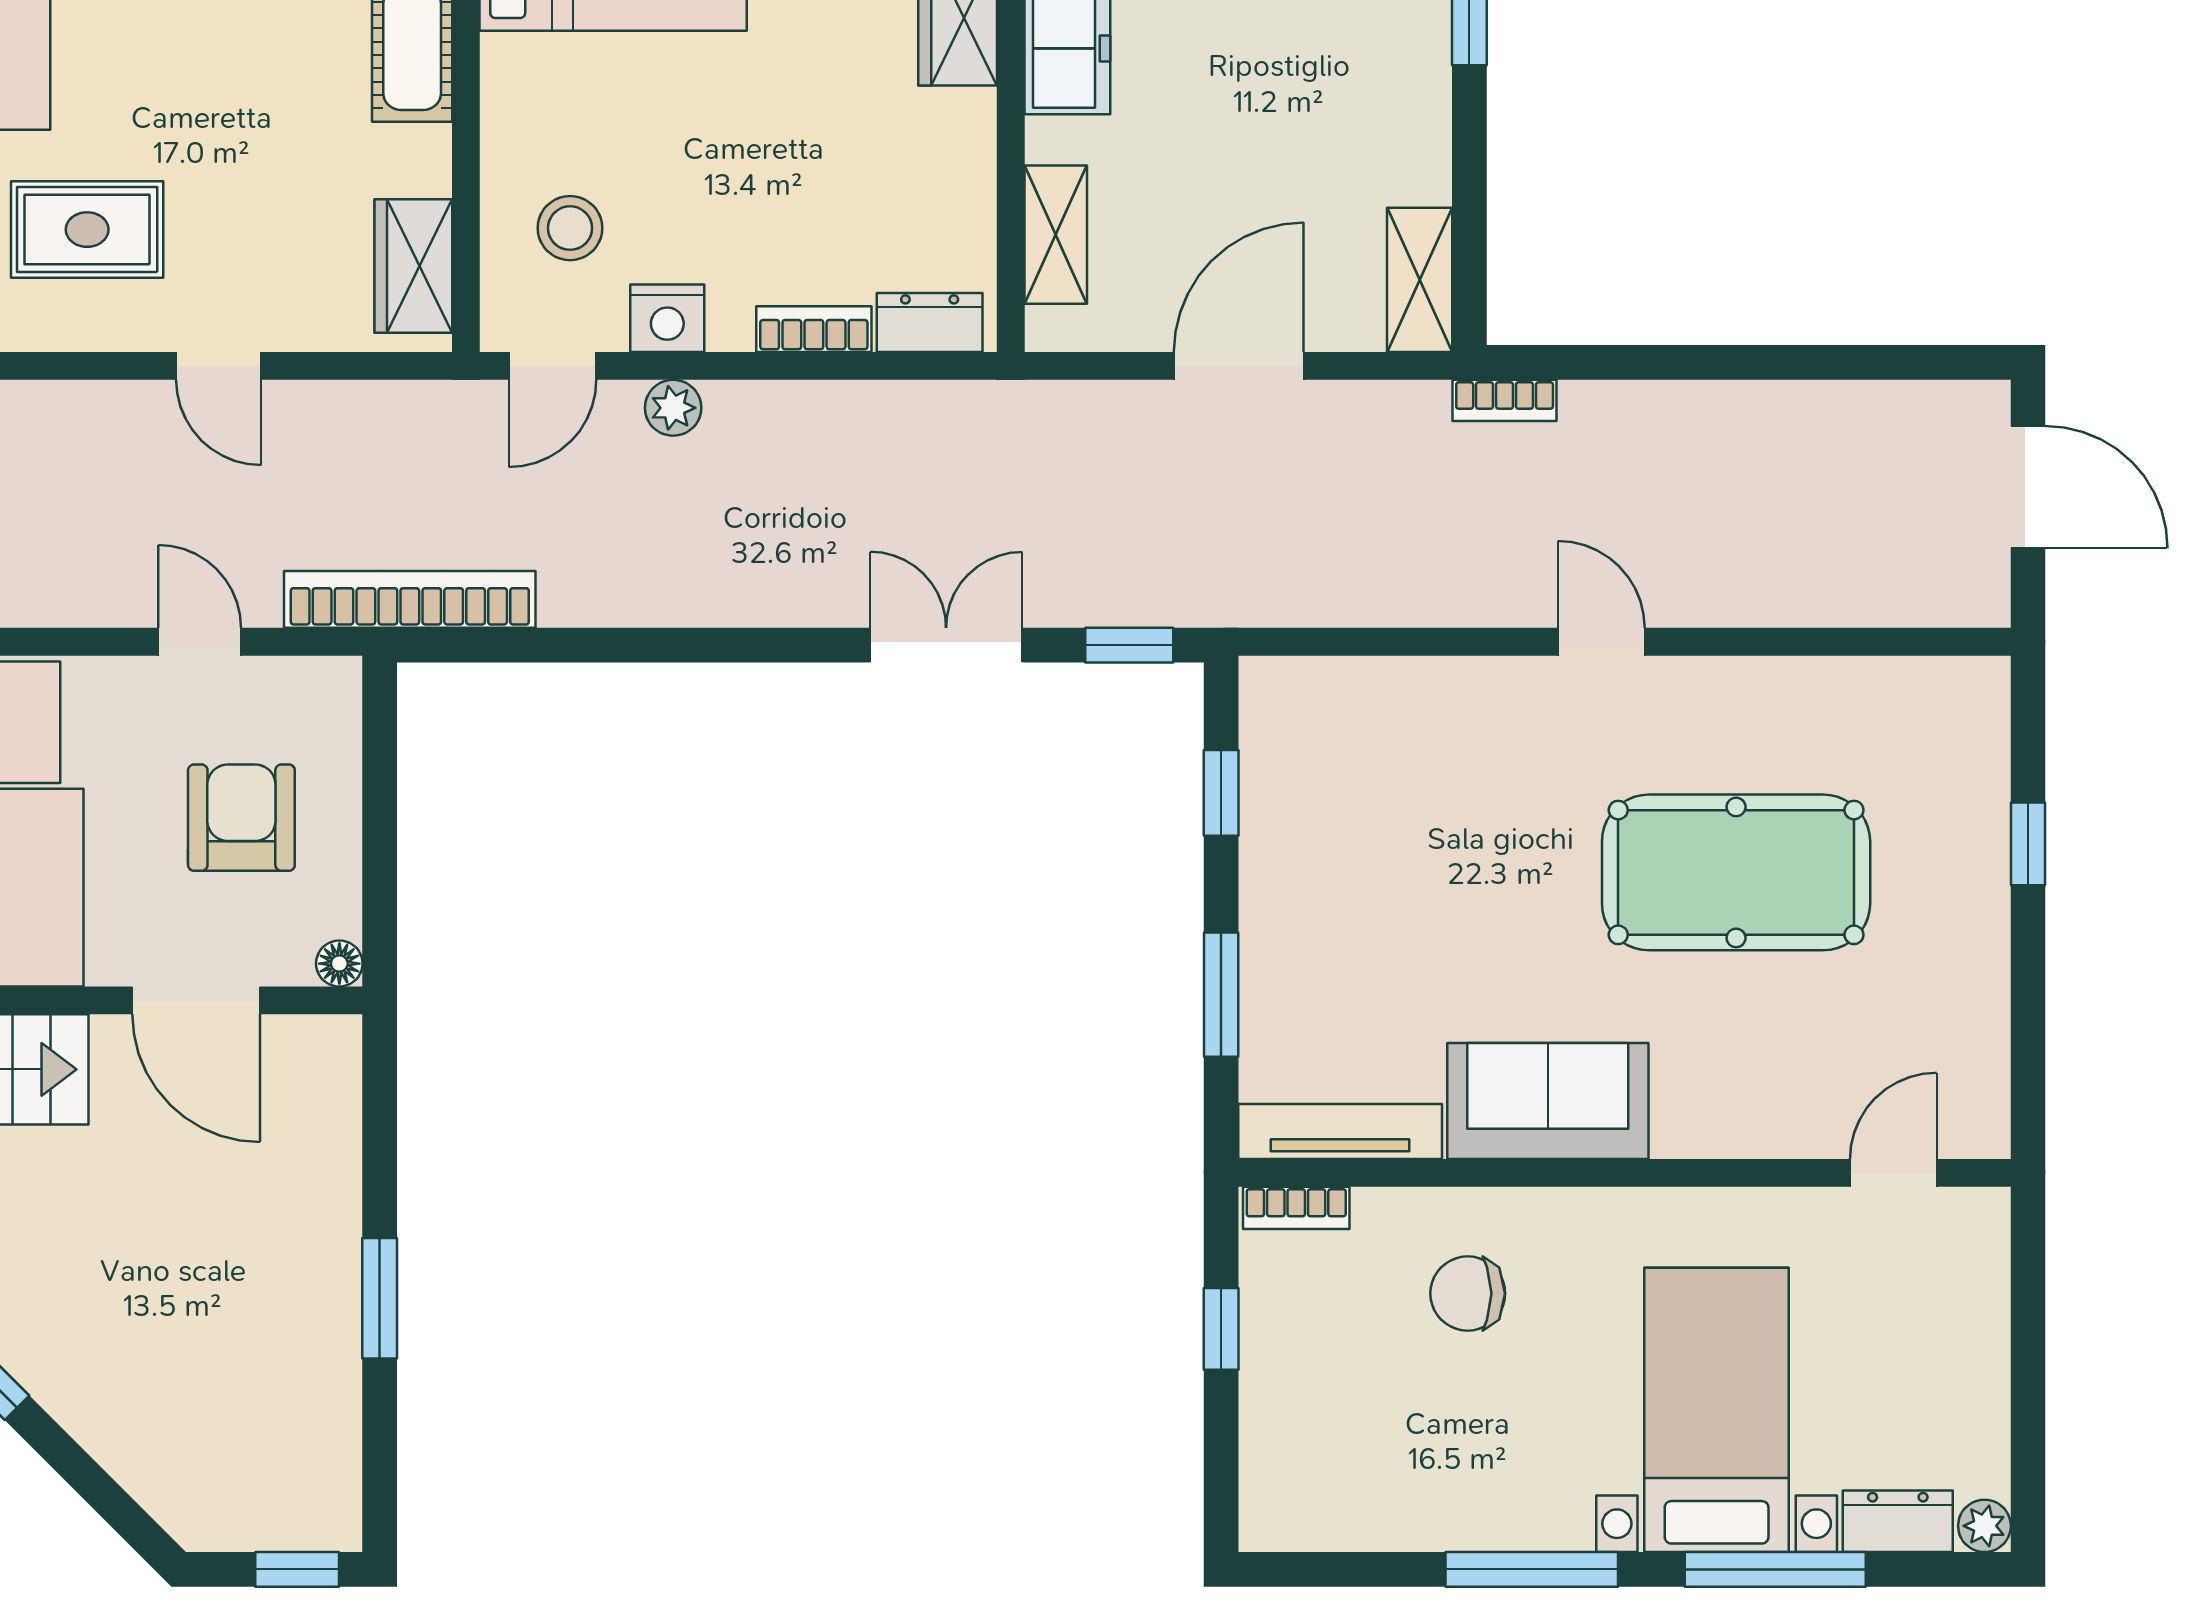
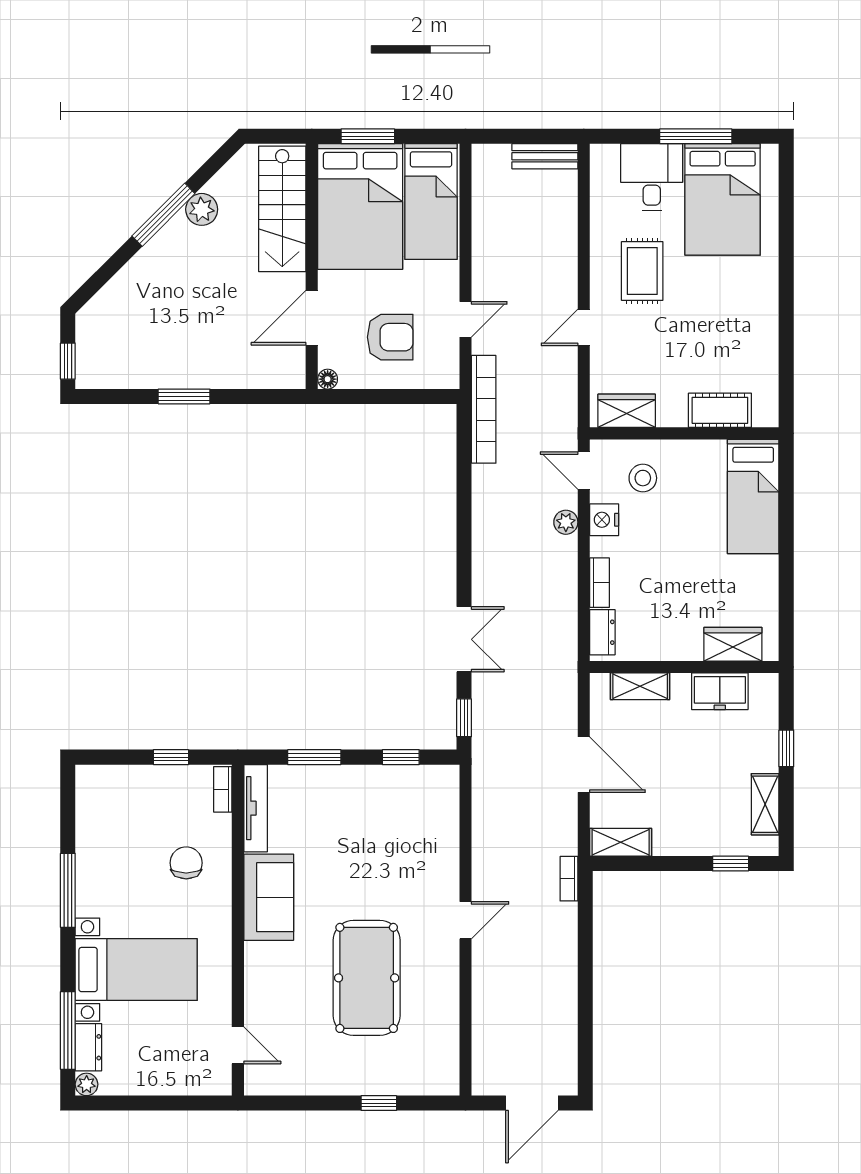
window: (1775, 1569) -> (68, 1031), moved

